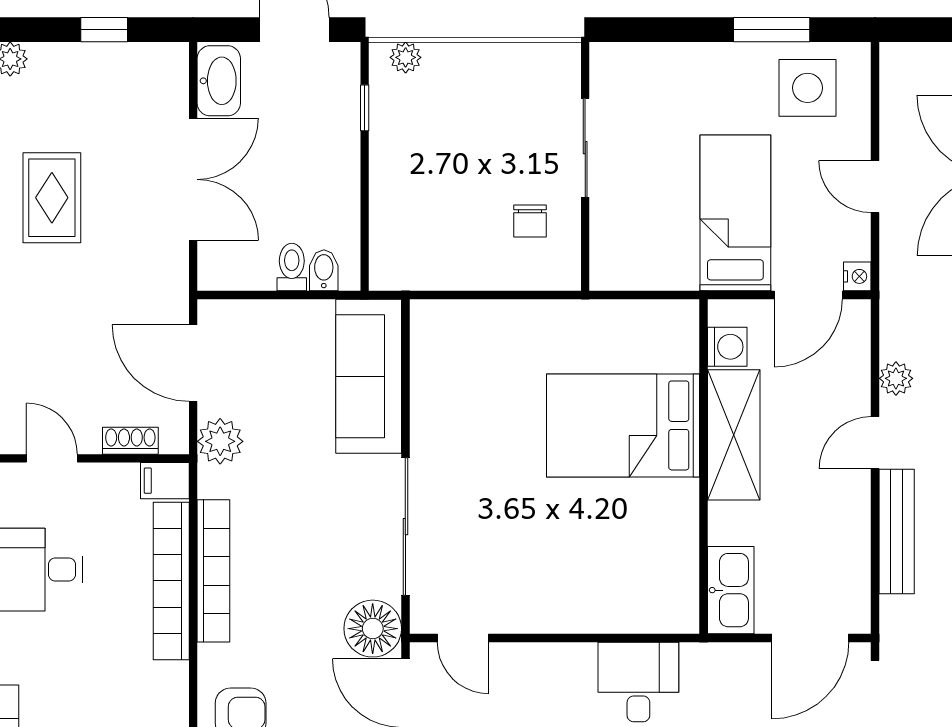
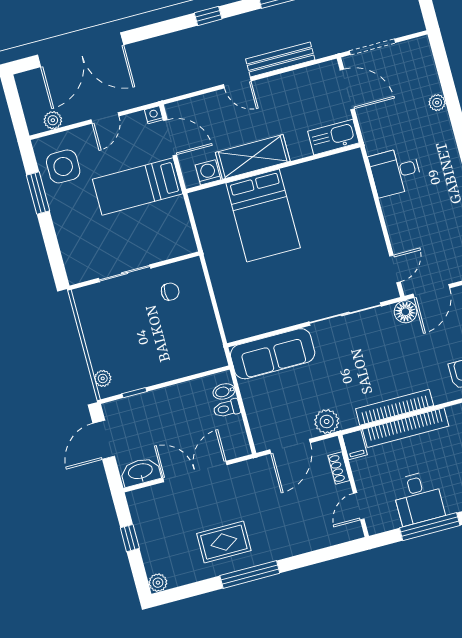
plant: (896, 378) -> (53, 120), moved
floor lamp: (373, 629) -> (405, 312), width x0.73, depth x0.73

